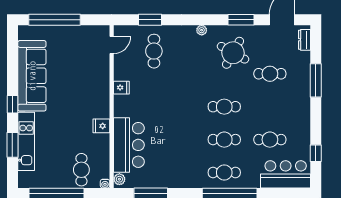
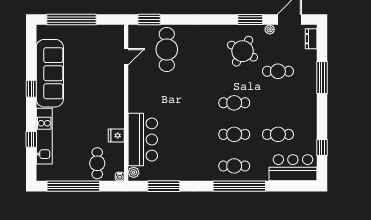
window: (150, 20) -> (149, 19), moved
plant: (202, 30) -> (270, 29), moved
door: (112, 45) -> (126, 57), moved
cafe table: (154, 51) -> (167, 50), width x1.37, depth x1.35
fridge: (121, 88) -> (136, 84), removed
window: (12, 104) -> (31, 89), moved
fridge: (101, 126) -> (116, 135), moved
window: (12, 145) -> (31, 139), width x0.67

